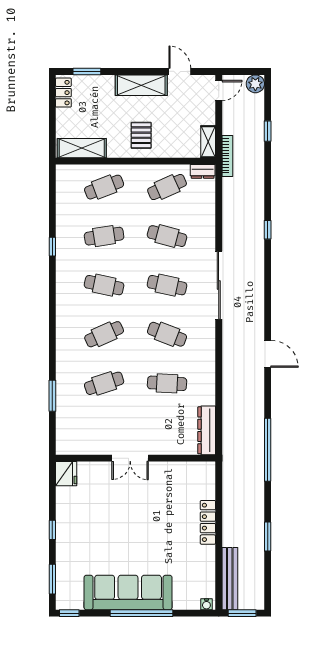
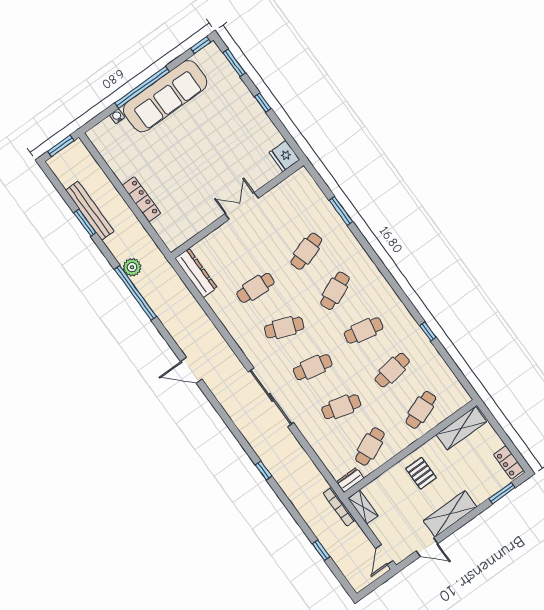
plant: (255, 84) -> (132, 267), moved
bench: (230, 579) -> (90, 211), moved
water cooler: (206, 604) -> (117, 116), moved

